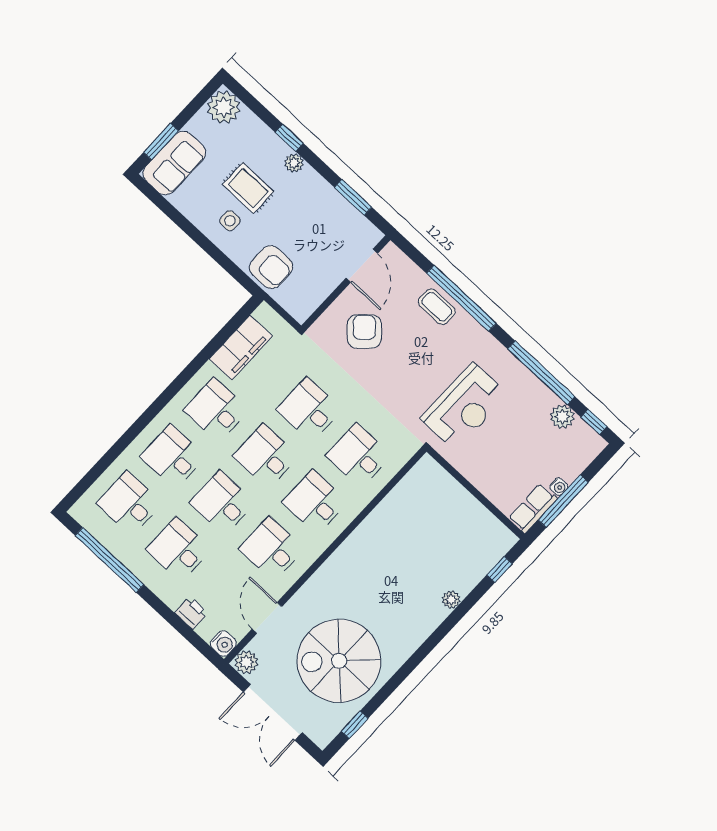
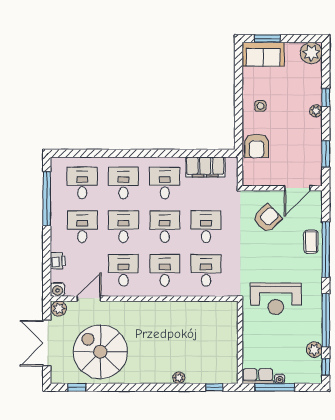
rug: (248, 188) -> (284, 100), removed

